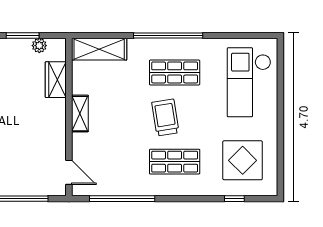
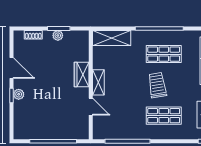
plant: (39, 46) -> (58, 35), moved
wardrobe: (56, 80) -> (82, 74), moved
door: (69, 172) -> (91, 107), moved

